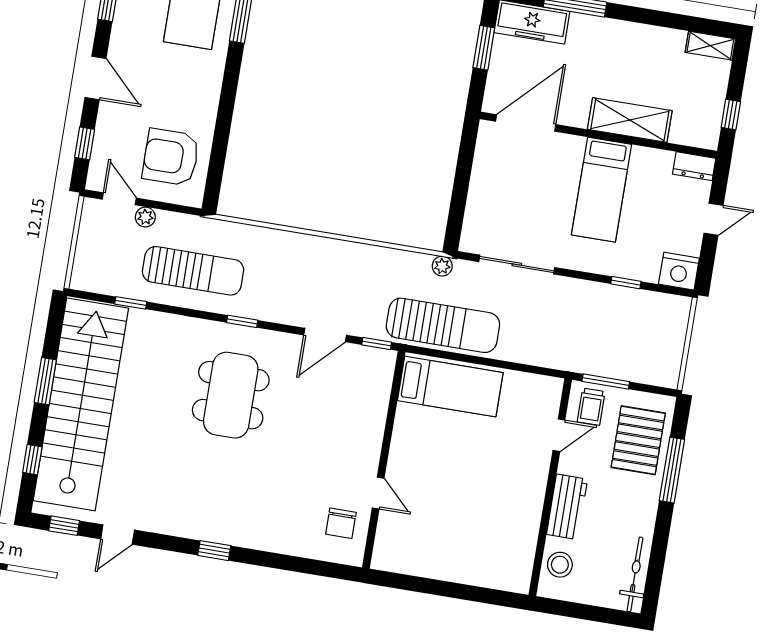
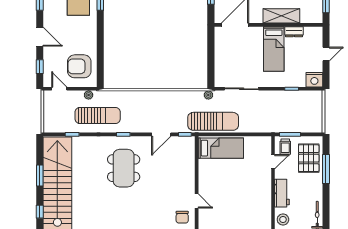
dresser: (694, 166) -> (294, 32), moved
plant: (145, 217) -> (89, 95), moved

